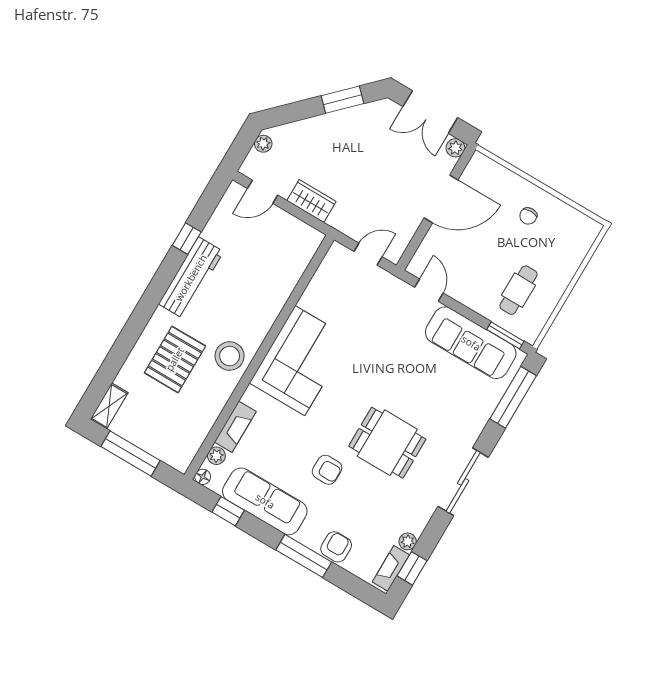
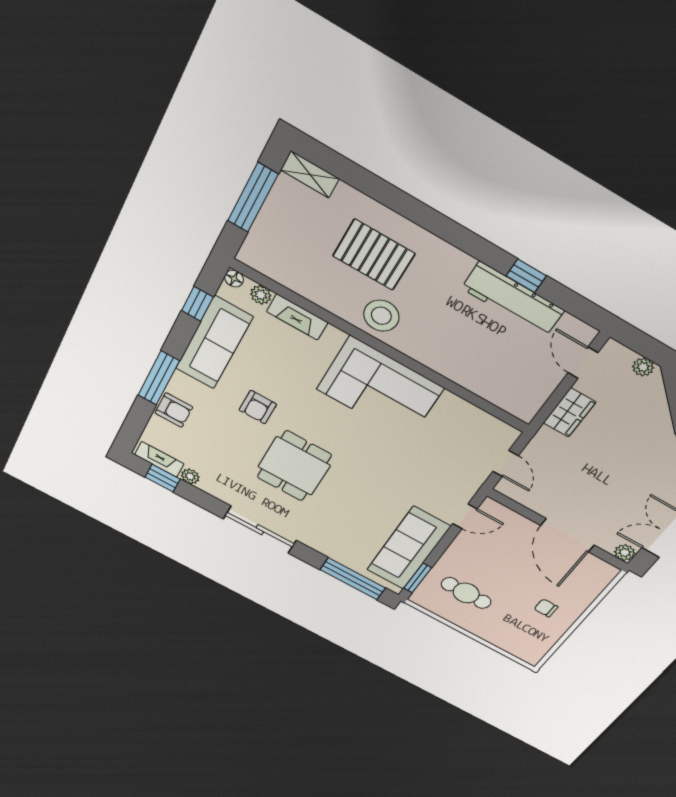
workbench: (191, 278) -> (513, 299), moved

